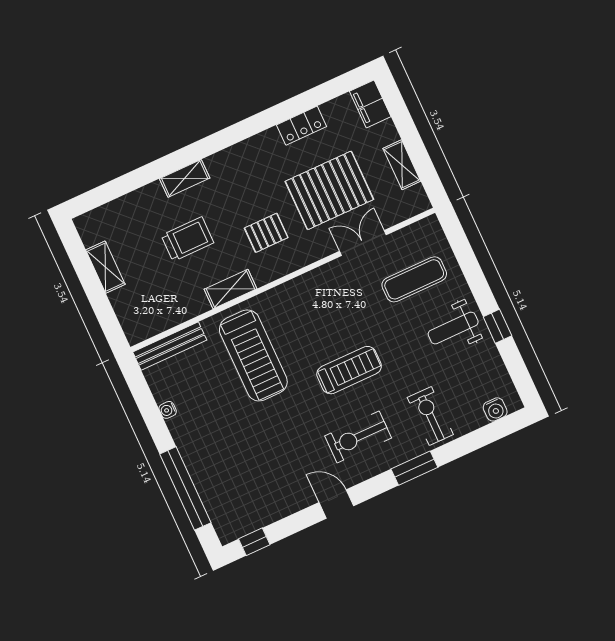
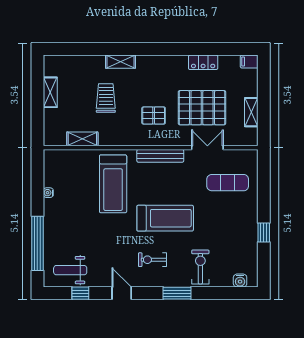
filing cabinet: (370, 104) -> (249, 62), width x0.50
trolley: (187, 239) -> (106, 98), turned -90
shelving: (230, 289) -> (82, 139), moved
weight bench: (453, 328) -> (70, 270), moved
bench: (170, 346) -> (160, 156), moved
treadmill: (349, 370) -> (165, 218), width x1.37, depth x1.38
exercise bike: (358, 437) -> (152, 260), width x0.73, depth x0.72
window: (254, 542) -> (80, 293), moved

